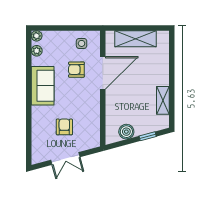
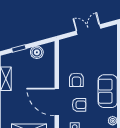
door: (103, 73) -> (57, 102), hinge flipped
armchair: (64, 127) -> (76, 80), moved

